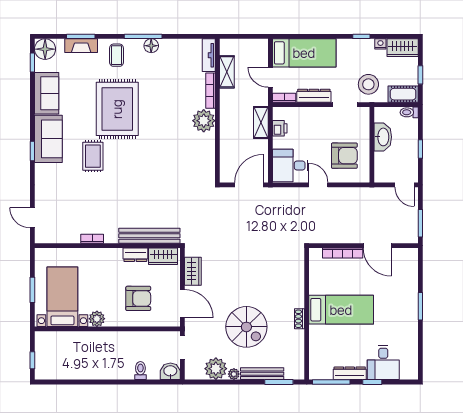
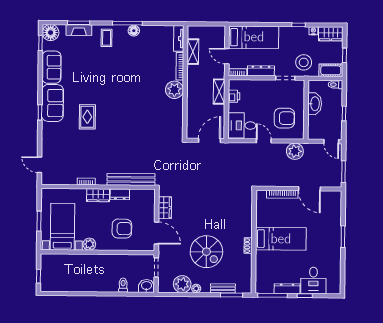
rug: (117, 109) -> (107, 80), removed
plant: (358, 198) -> (295, 151), added
wardrobe: (163, 256) -> (98, 195), moved
bench: (262, 374) -> (223, 288), width x0.73

